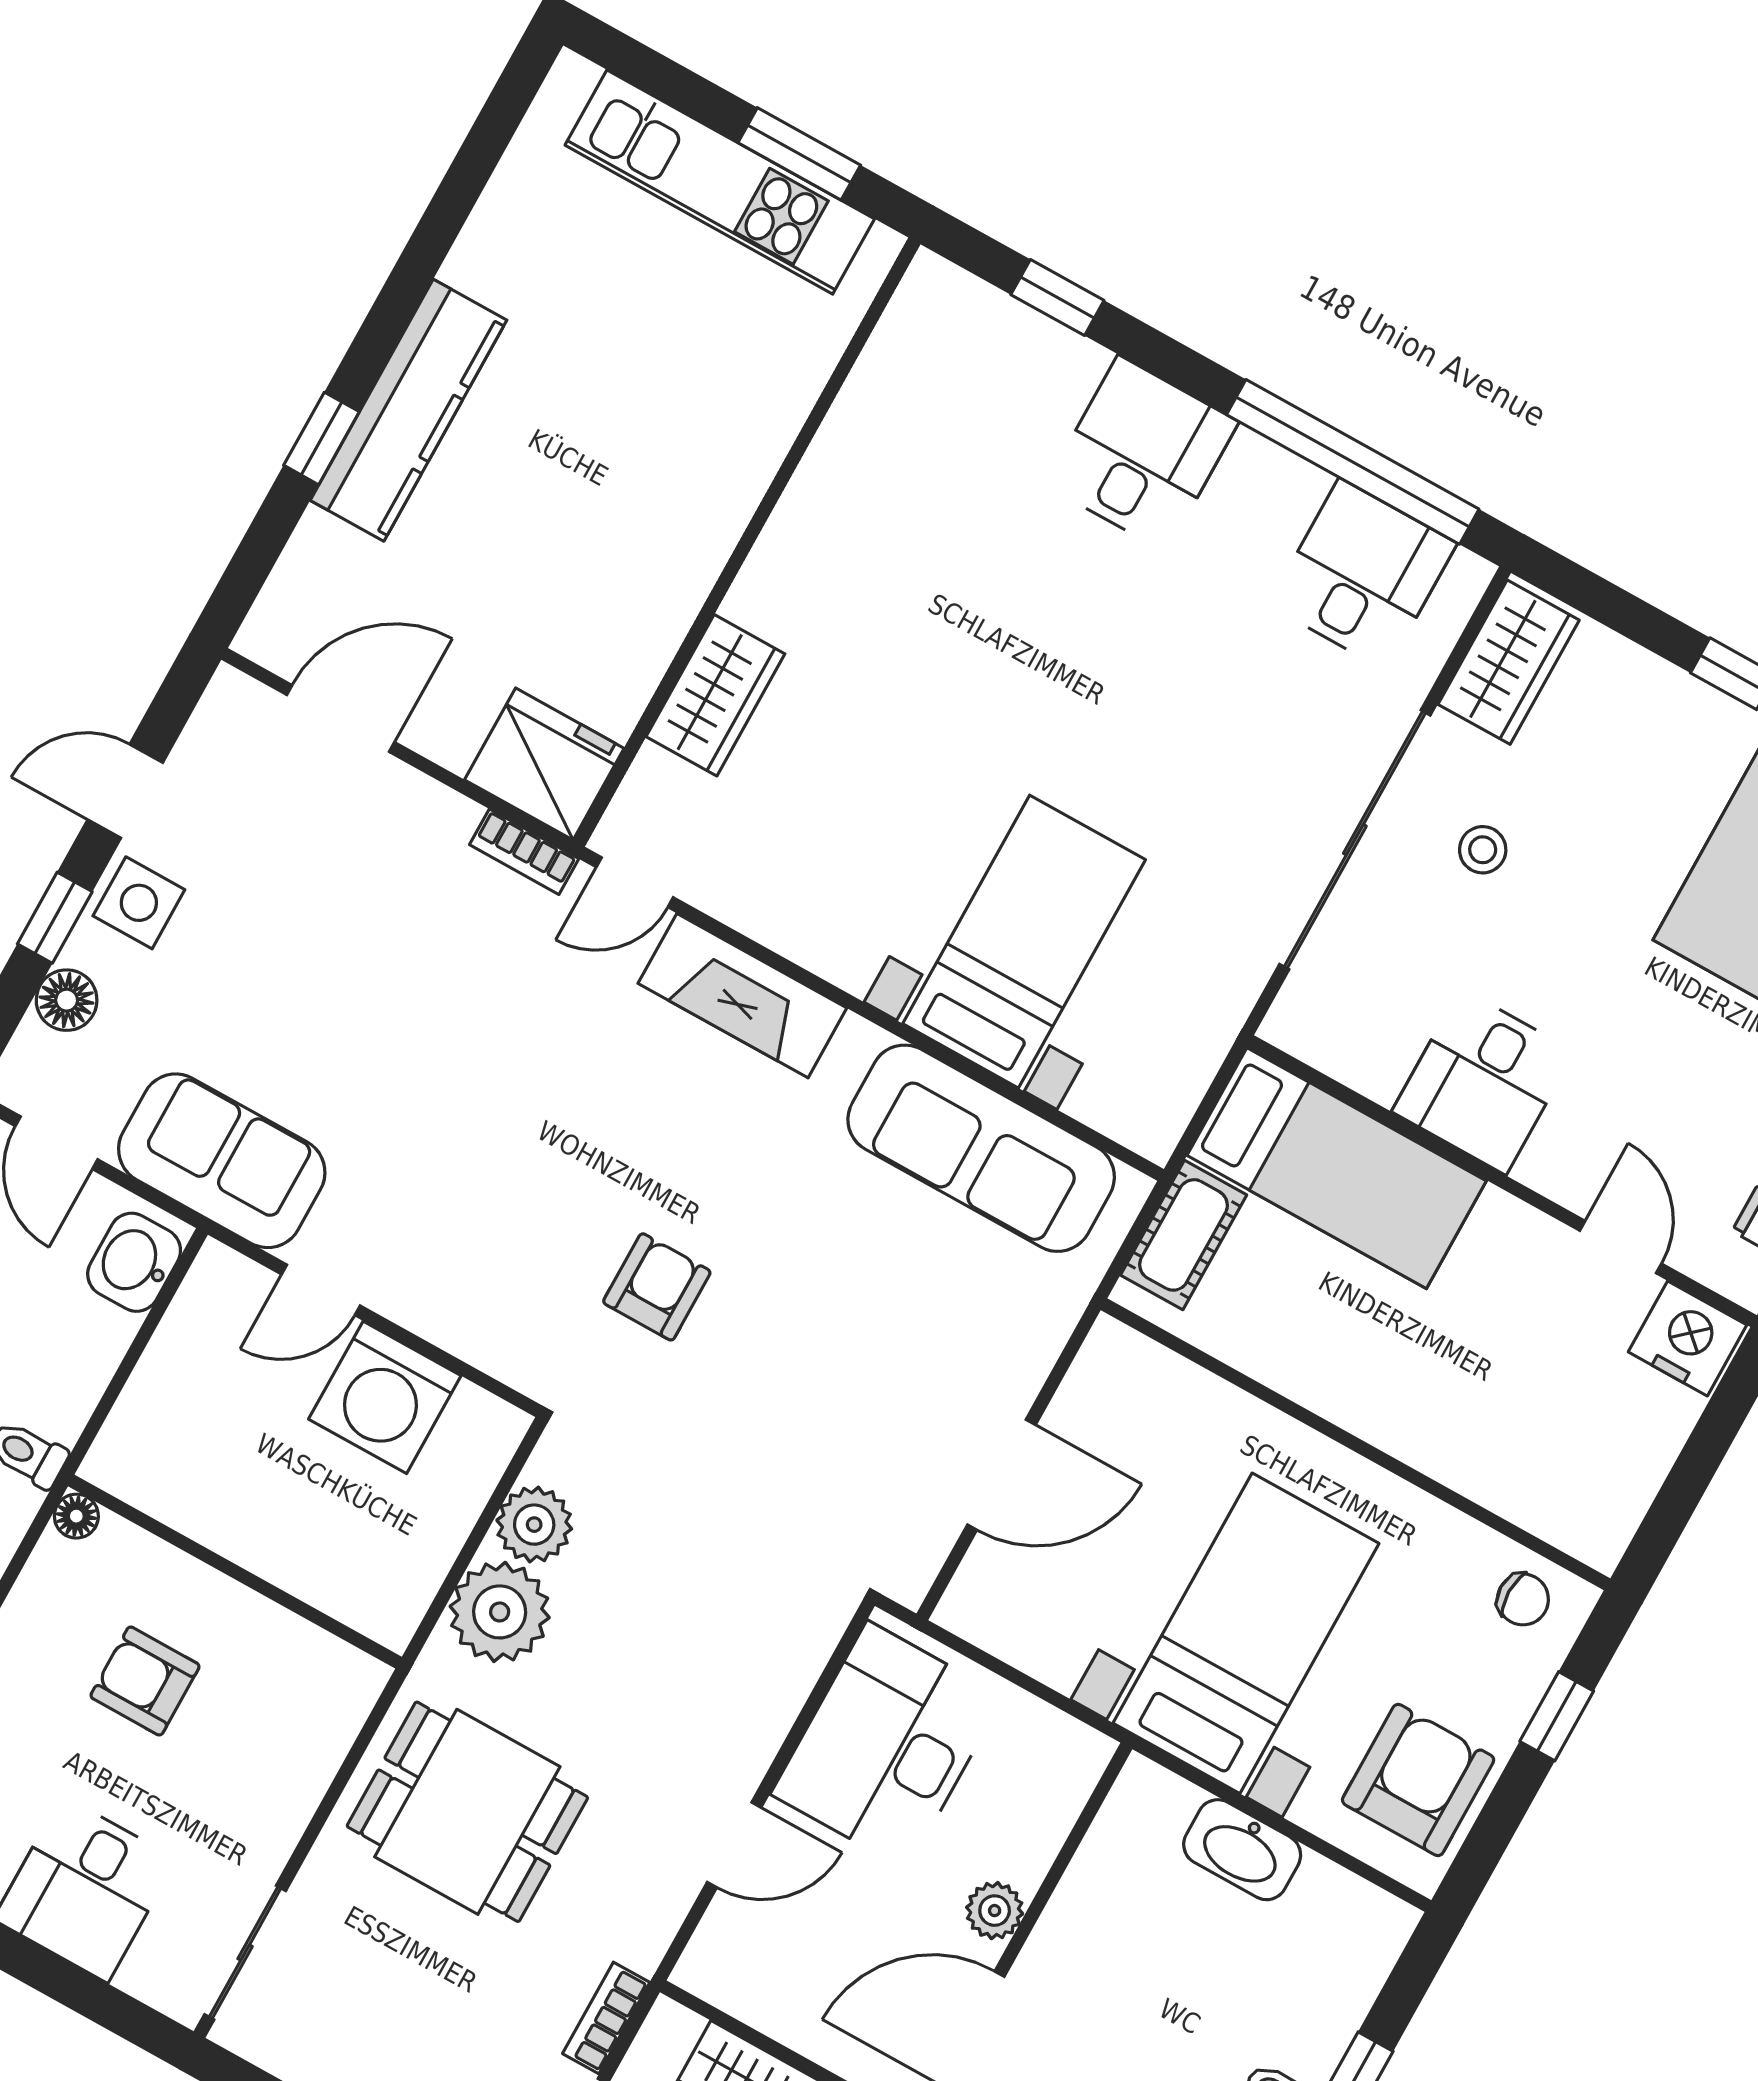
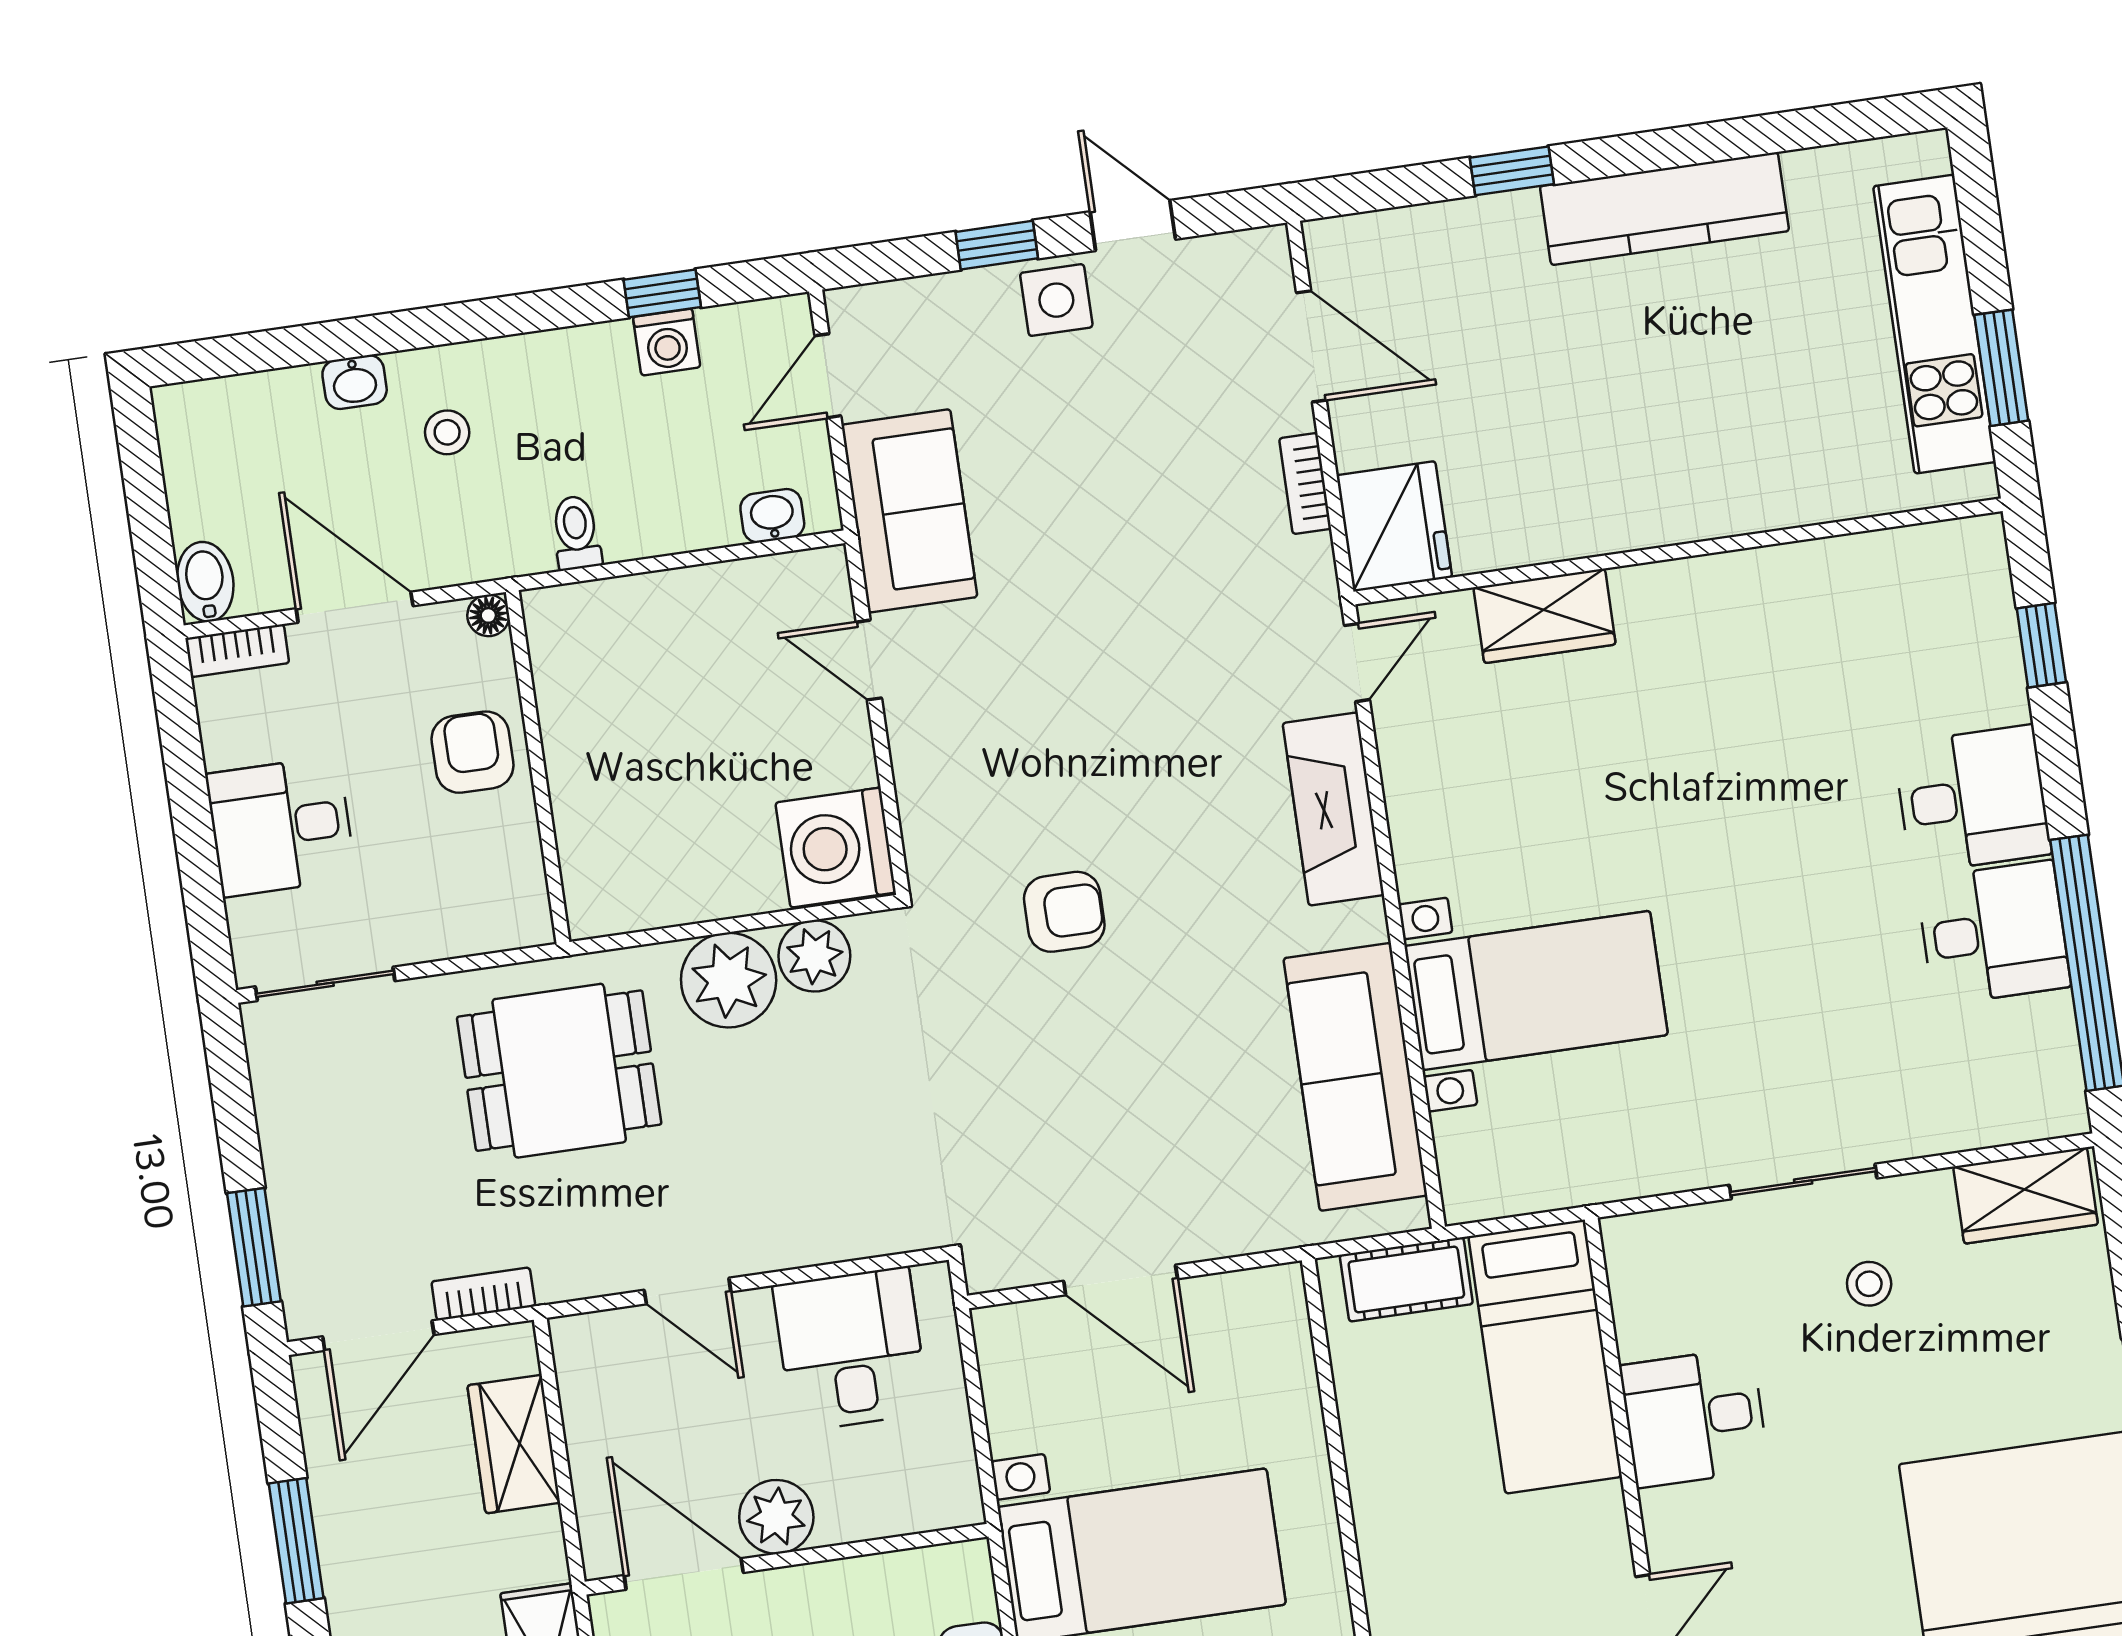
kitchen counter: (409, 410) -> (1664, 209), moved
desk: (1363, 574) -> (1993, 933), moved
sliding door: (1355, 840) -> (1803, 1182), width x0.54
bookcase: (524, 852) -> (1305, 484), moved
door: (635, 882) -> (1357, 663), swing flipped
floor lamp: (67, 1000) -> (941, 301), removed
washbasin: (134, 1262) -> (772, 516), width x0.72, depth x0.69
washing machine: (385, 1397) -> (836, 848), moved
floor lamp: (76, 1516) -> (488, 615), moved
wall: (235, 1572) -> (538, 767), moved
desk: (887, 1745) -> (851, 1349), width x0.73
dining table: (467, 1812) -> (559, 1071), turned 90
plant: (995, 1911) -> (776, 1517), width x1.38, depth x1.38

